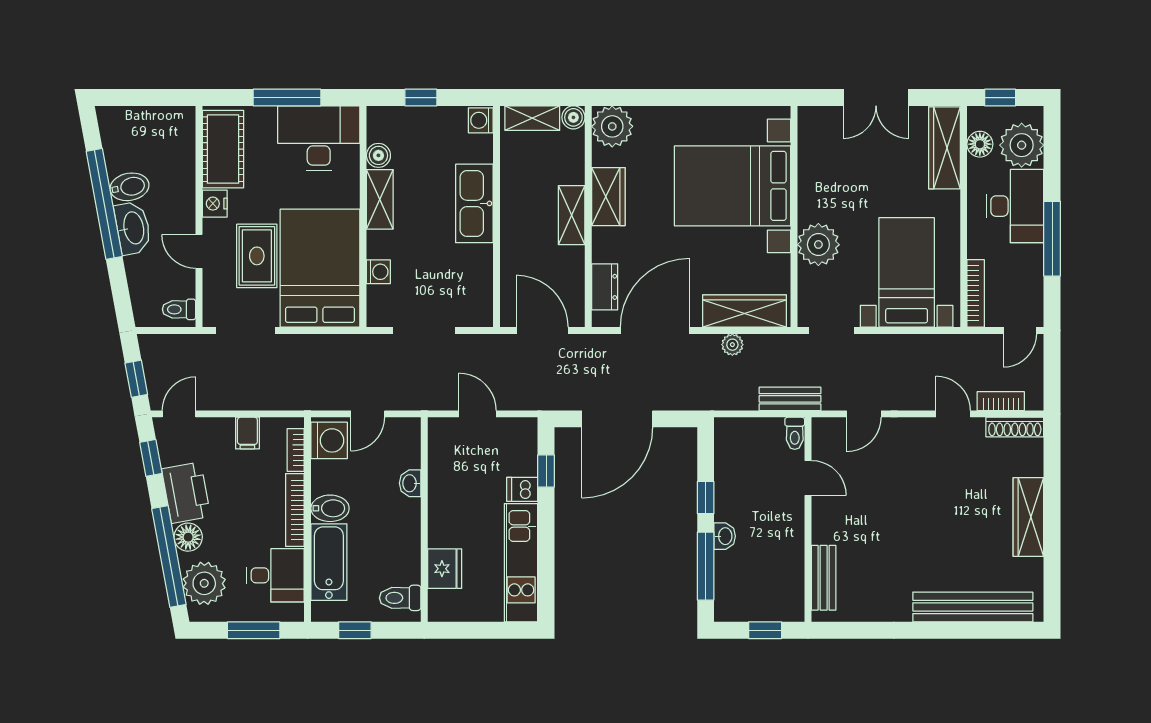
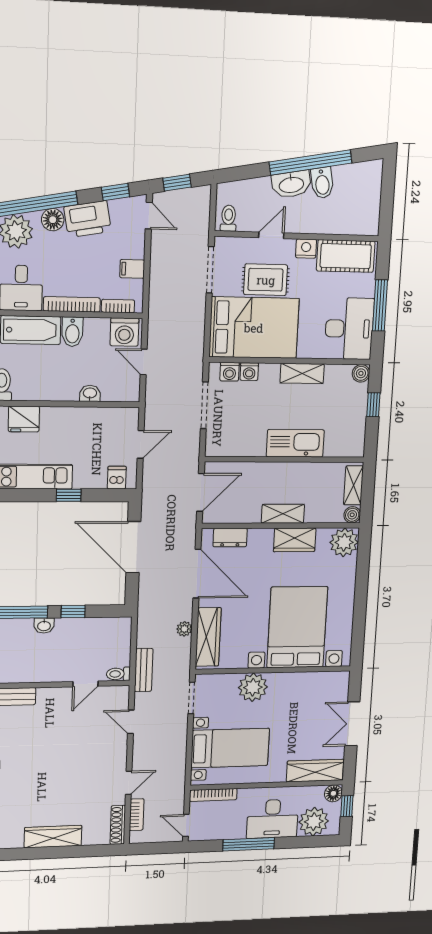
washing machine: (481, 120) -> (230, 372), moved, turned 180
floor lamp: (980, 144) -> (333, 793), moved
boiler: (378, 155) -> (361, 373), moved
window: (546, 471) -> (69, 495), moved
dishwasher: (522, 489) -> (117, 478), moved

